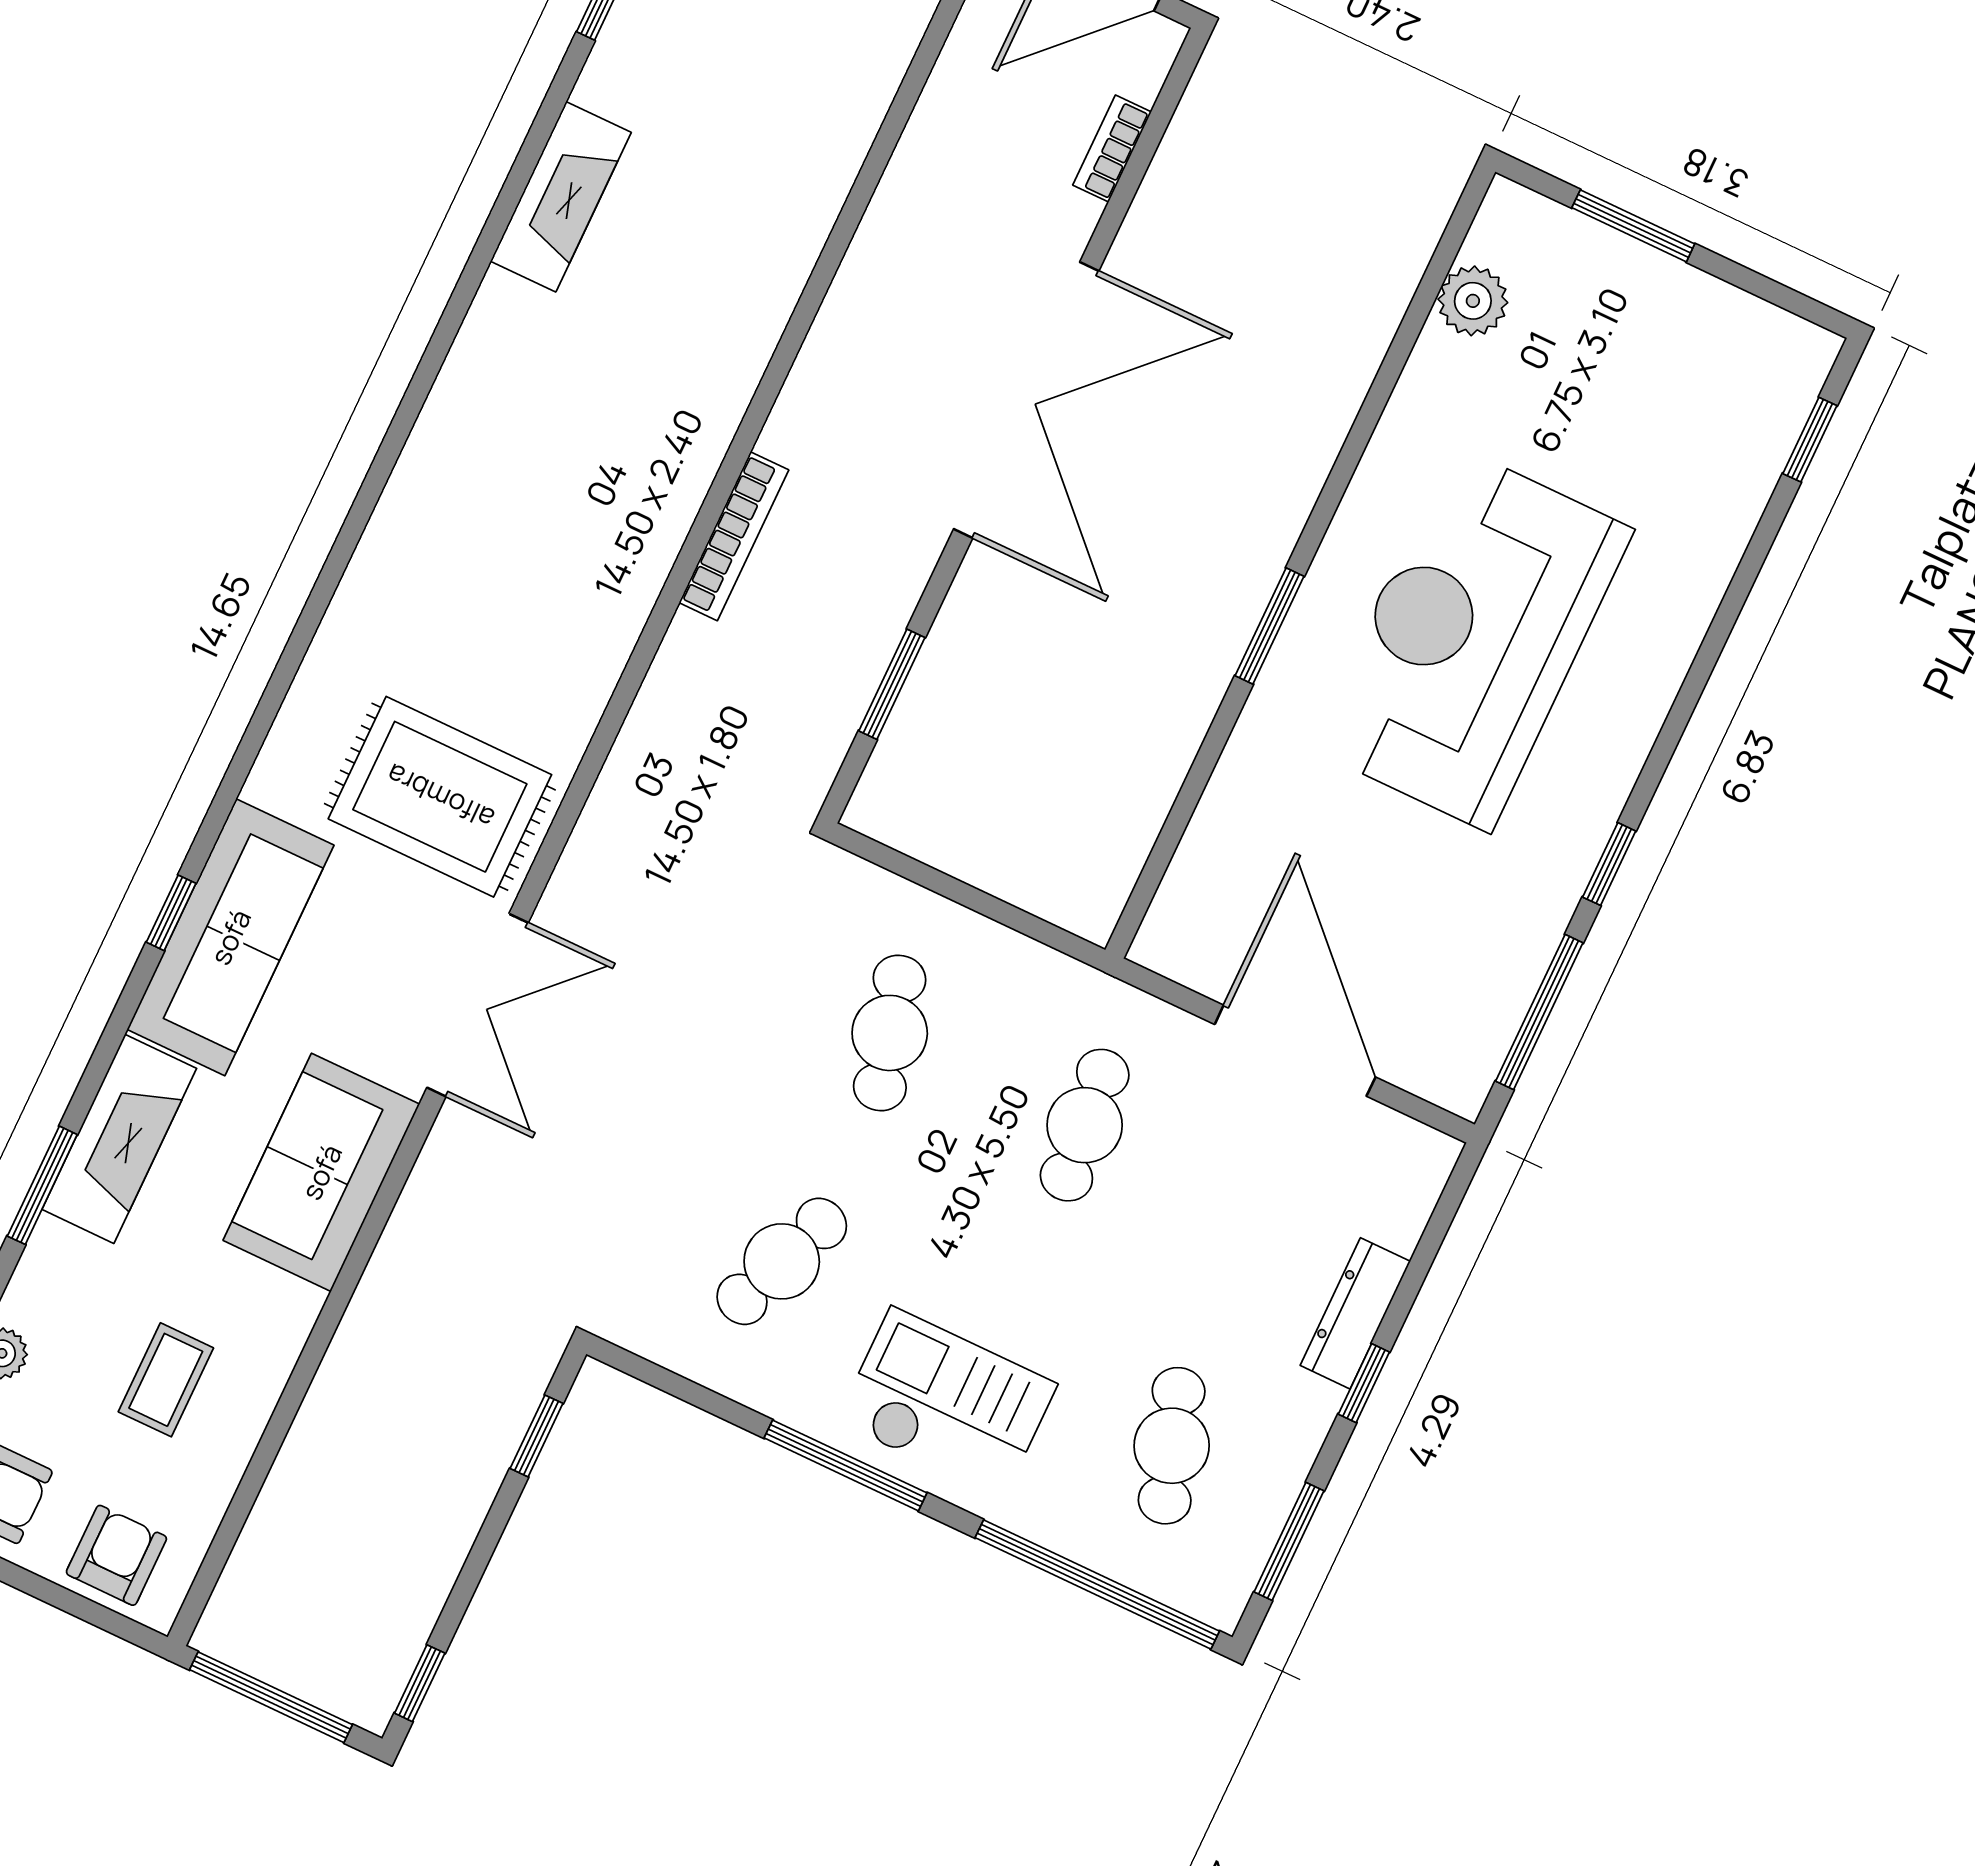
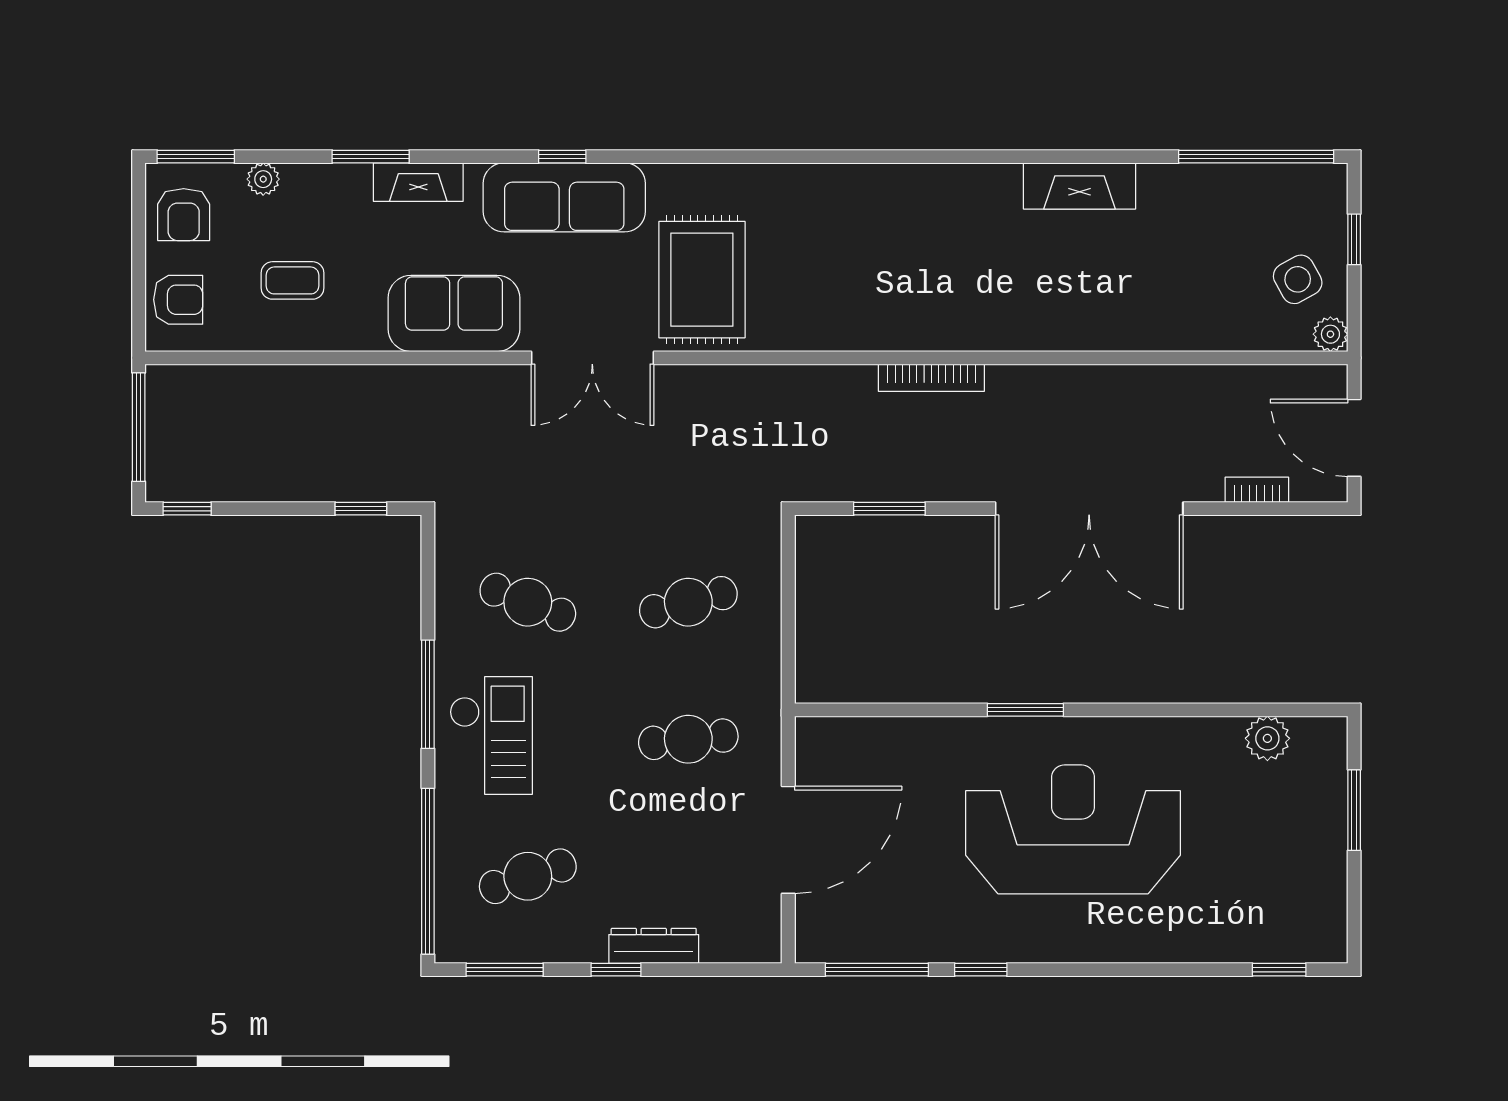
fireplace: (119, 1139) -> (418, 182), width x0.73, depth x0.76

